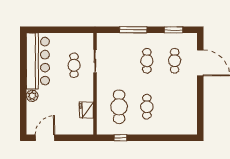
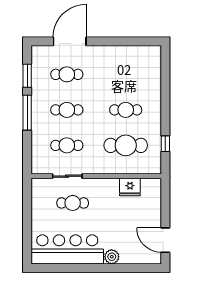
window: (133, 30) -> (27, 113), moved
cafe table: (119, 61) -> (67, 145), added

